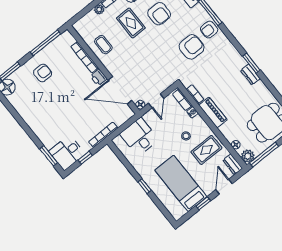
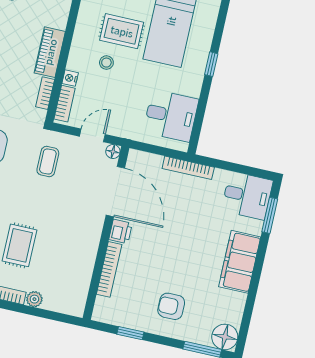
window: (45, 43) -> (130, 333), width x0.46
coffee table: (103, 45) -> (48, 161), moved
filing cabinet: (38, 123) -> (240, 262), added
desk: (139, 137) -> (171, 116), moved, turned -90
rug: (206, 150) -> (122, 31), moved
window: (85, 158) -> (235, 168), removed

